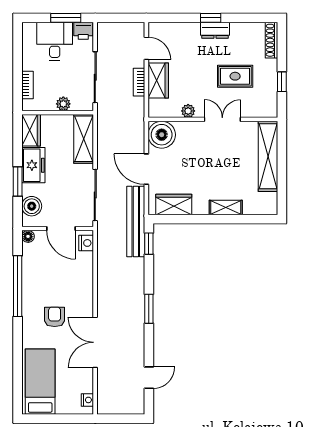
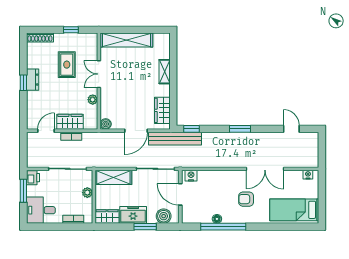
desk: (55, 41) -> (41, 210), moved
boiler: (162, 135) -> (106, 124), width x0.54, depth x0.54
door: (61, 229) -> (180, 194), swing flipped
floor lamp: (28, 236) -> (217, 219), moved

